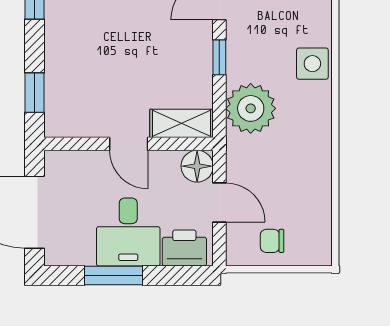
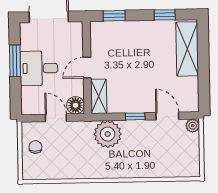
side table: (312, 64) -> (133, 167), removed
door: (219, 202) -> (56, 118), swing flipped
printer: (184, 248) -> (31, 99), removed

